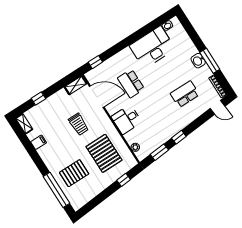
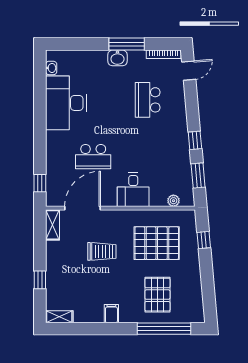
filing cabinet: (39, 142) -> (111, 314), moved

